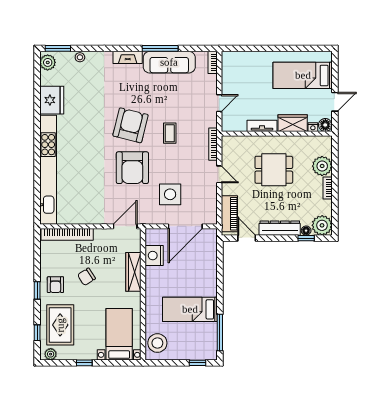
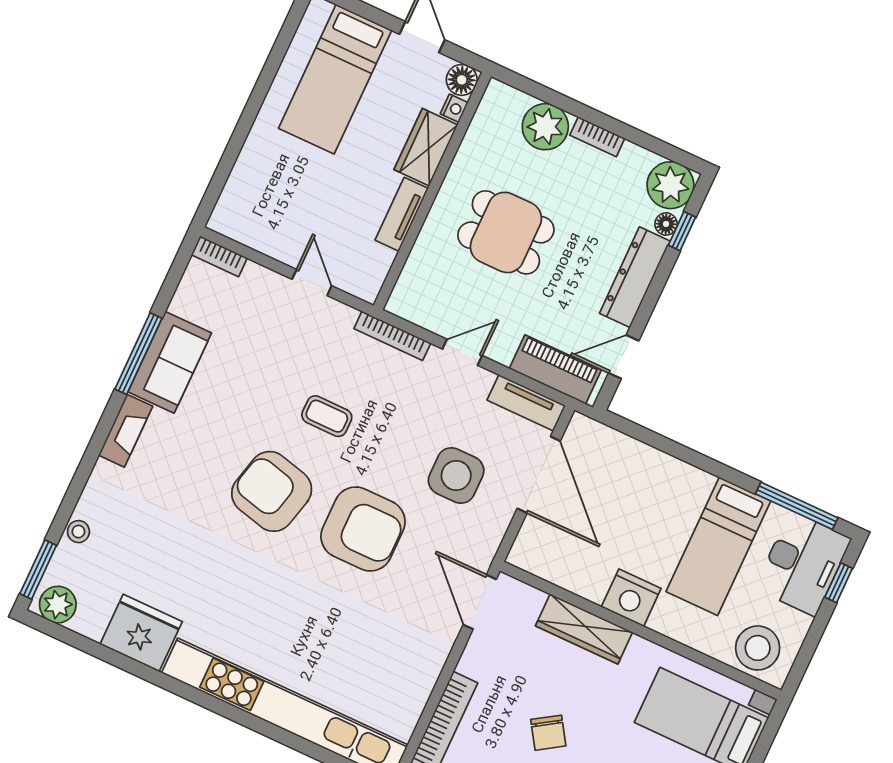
sofa: (169, 62) -> (170, 362), width x0.73
dining table: (274, 170) -> (506, 232), turned 90
tv unit: (211, 208) -> (526, 403), added
nightstand: (154, 256) -> (631, 598), moved
desk: (198, 345) -> (803, 564), added

